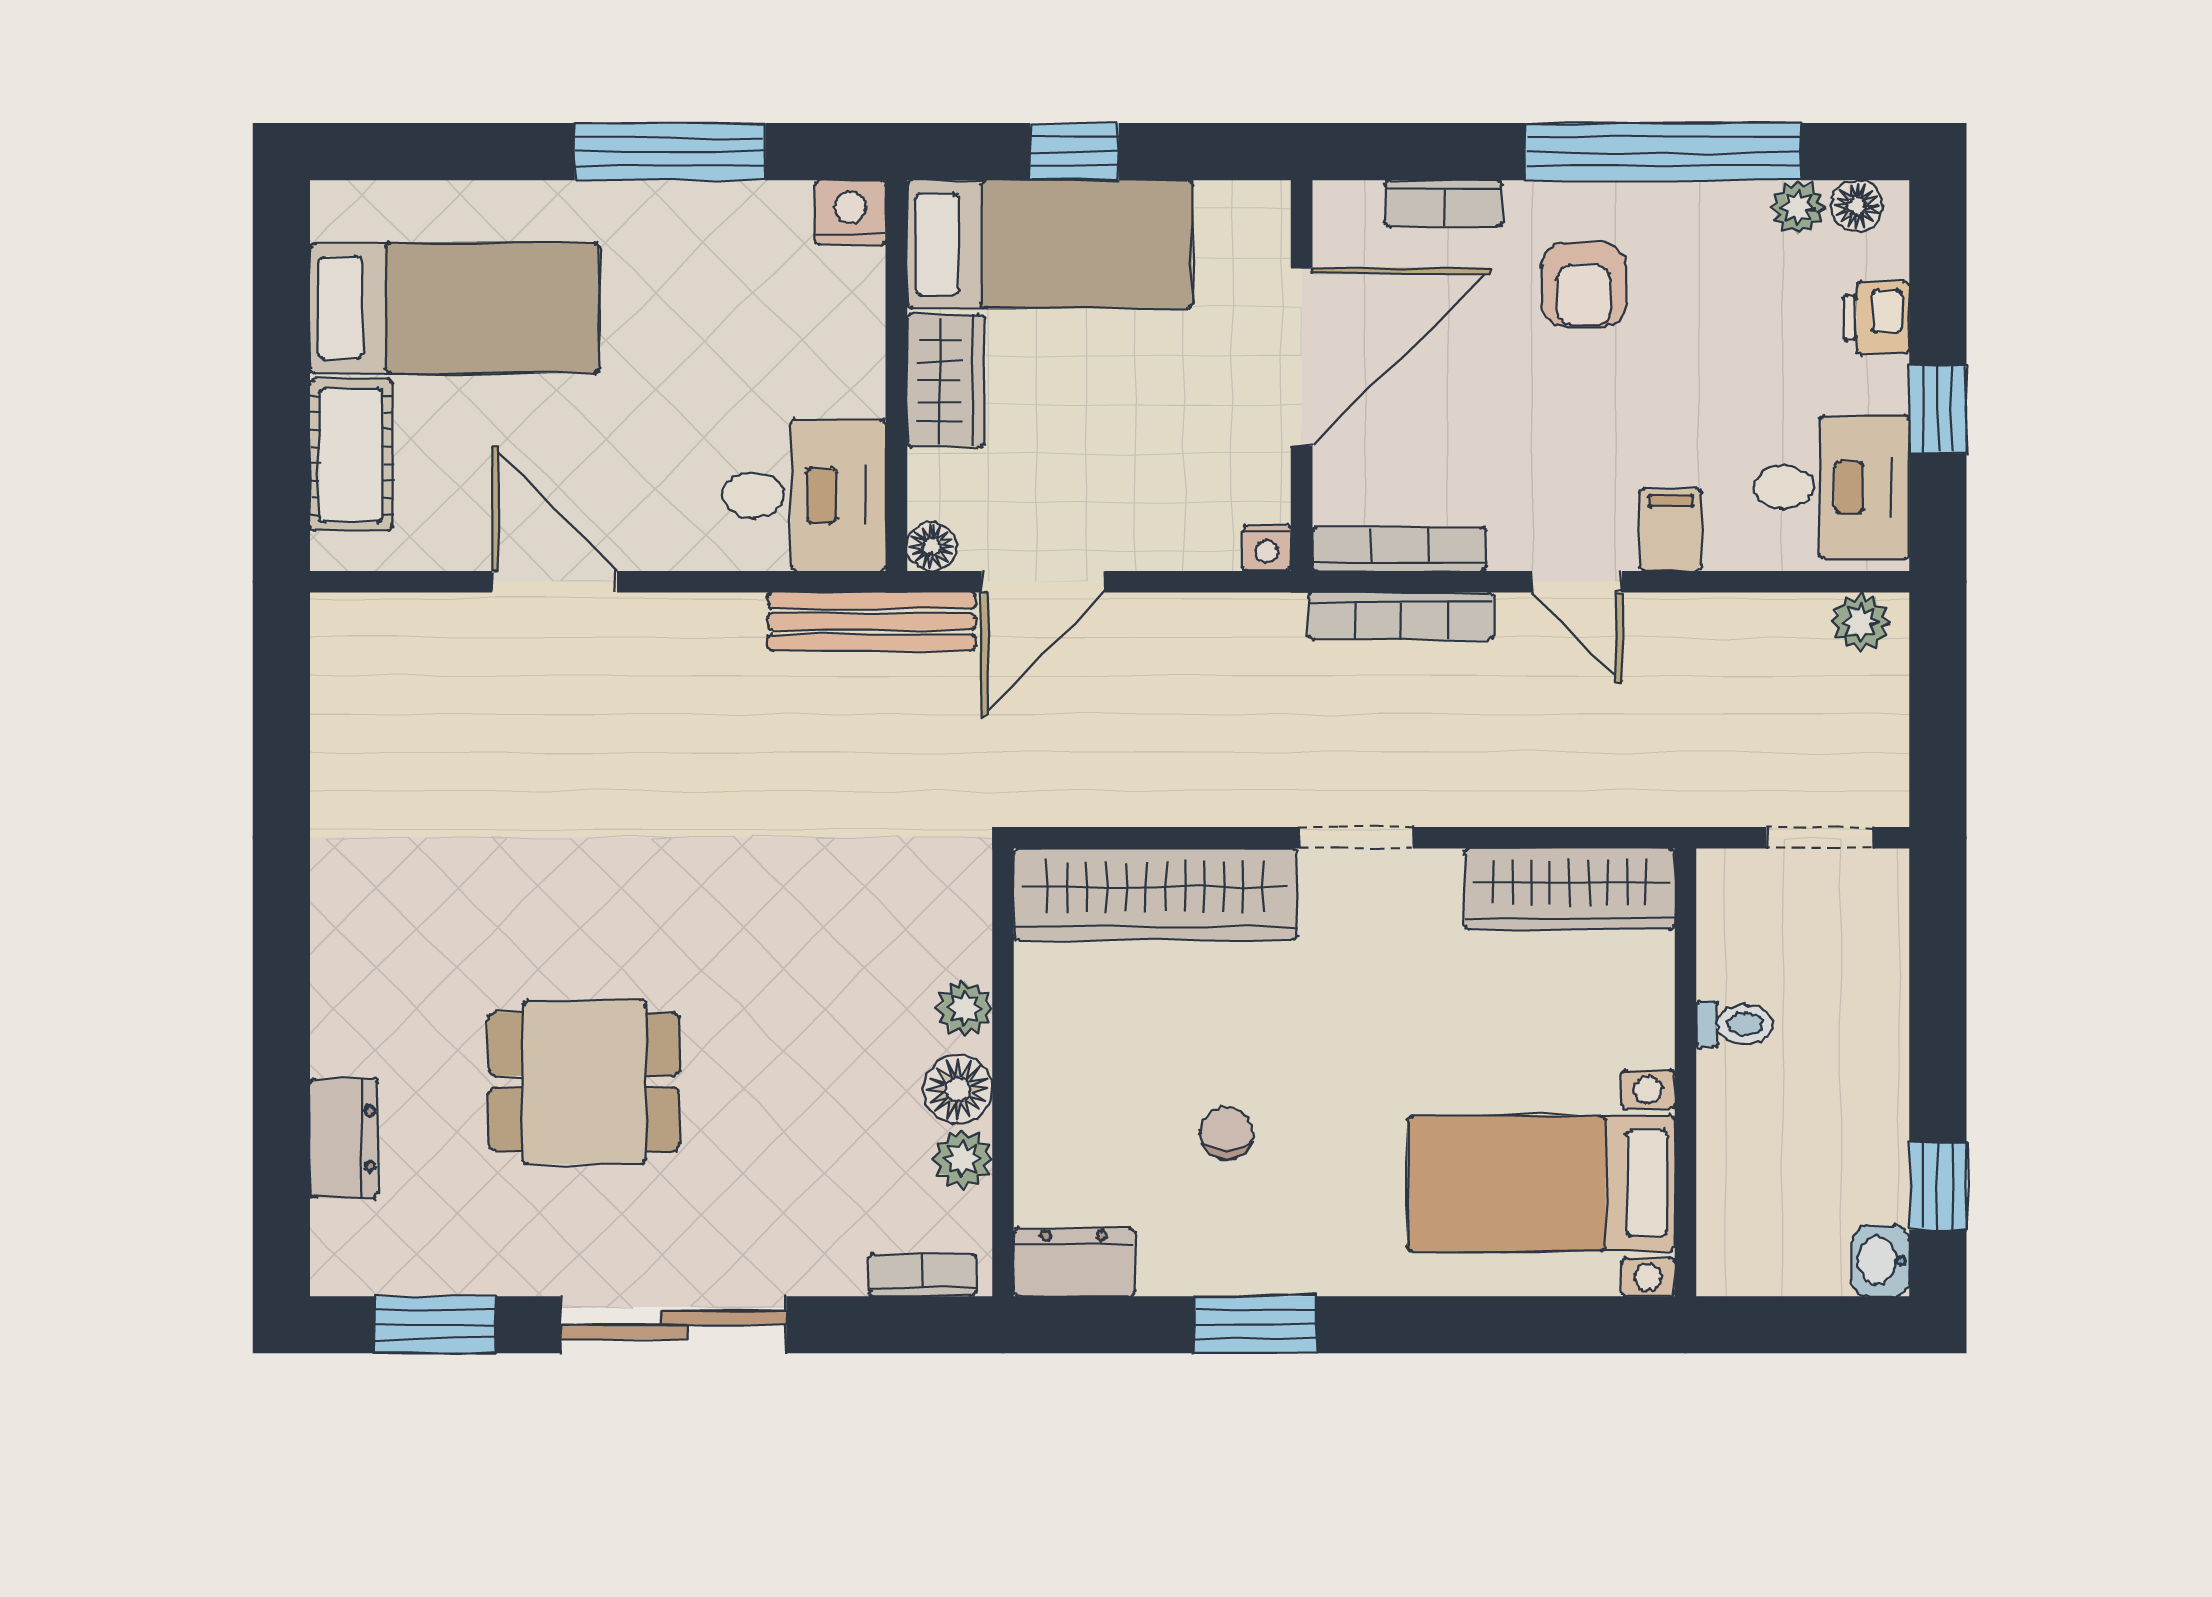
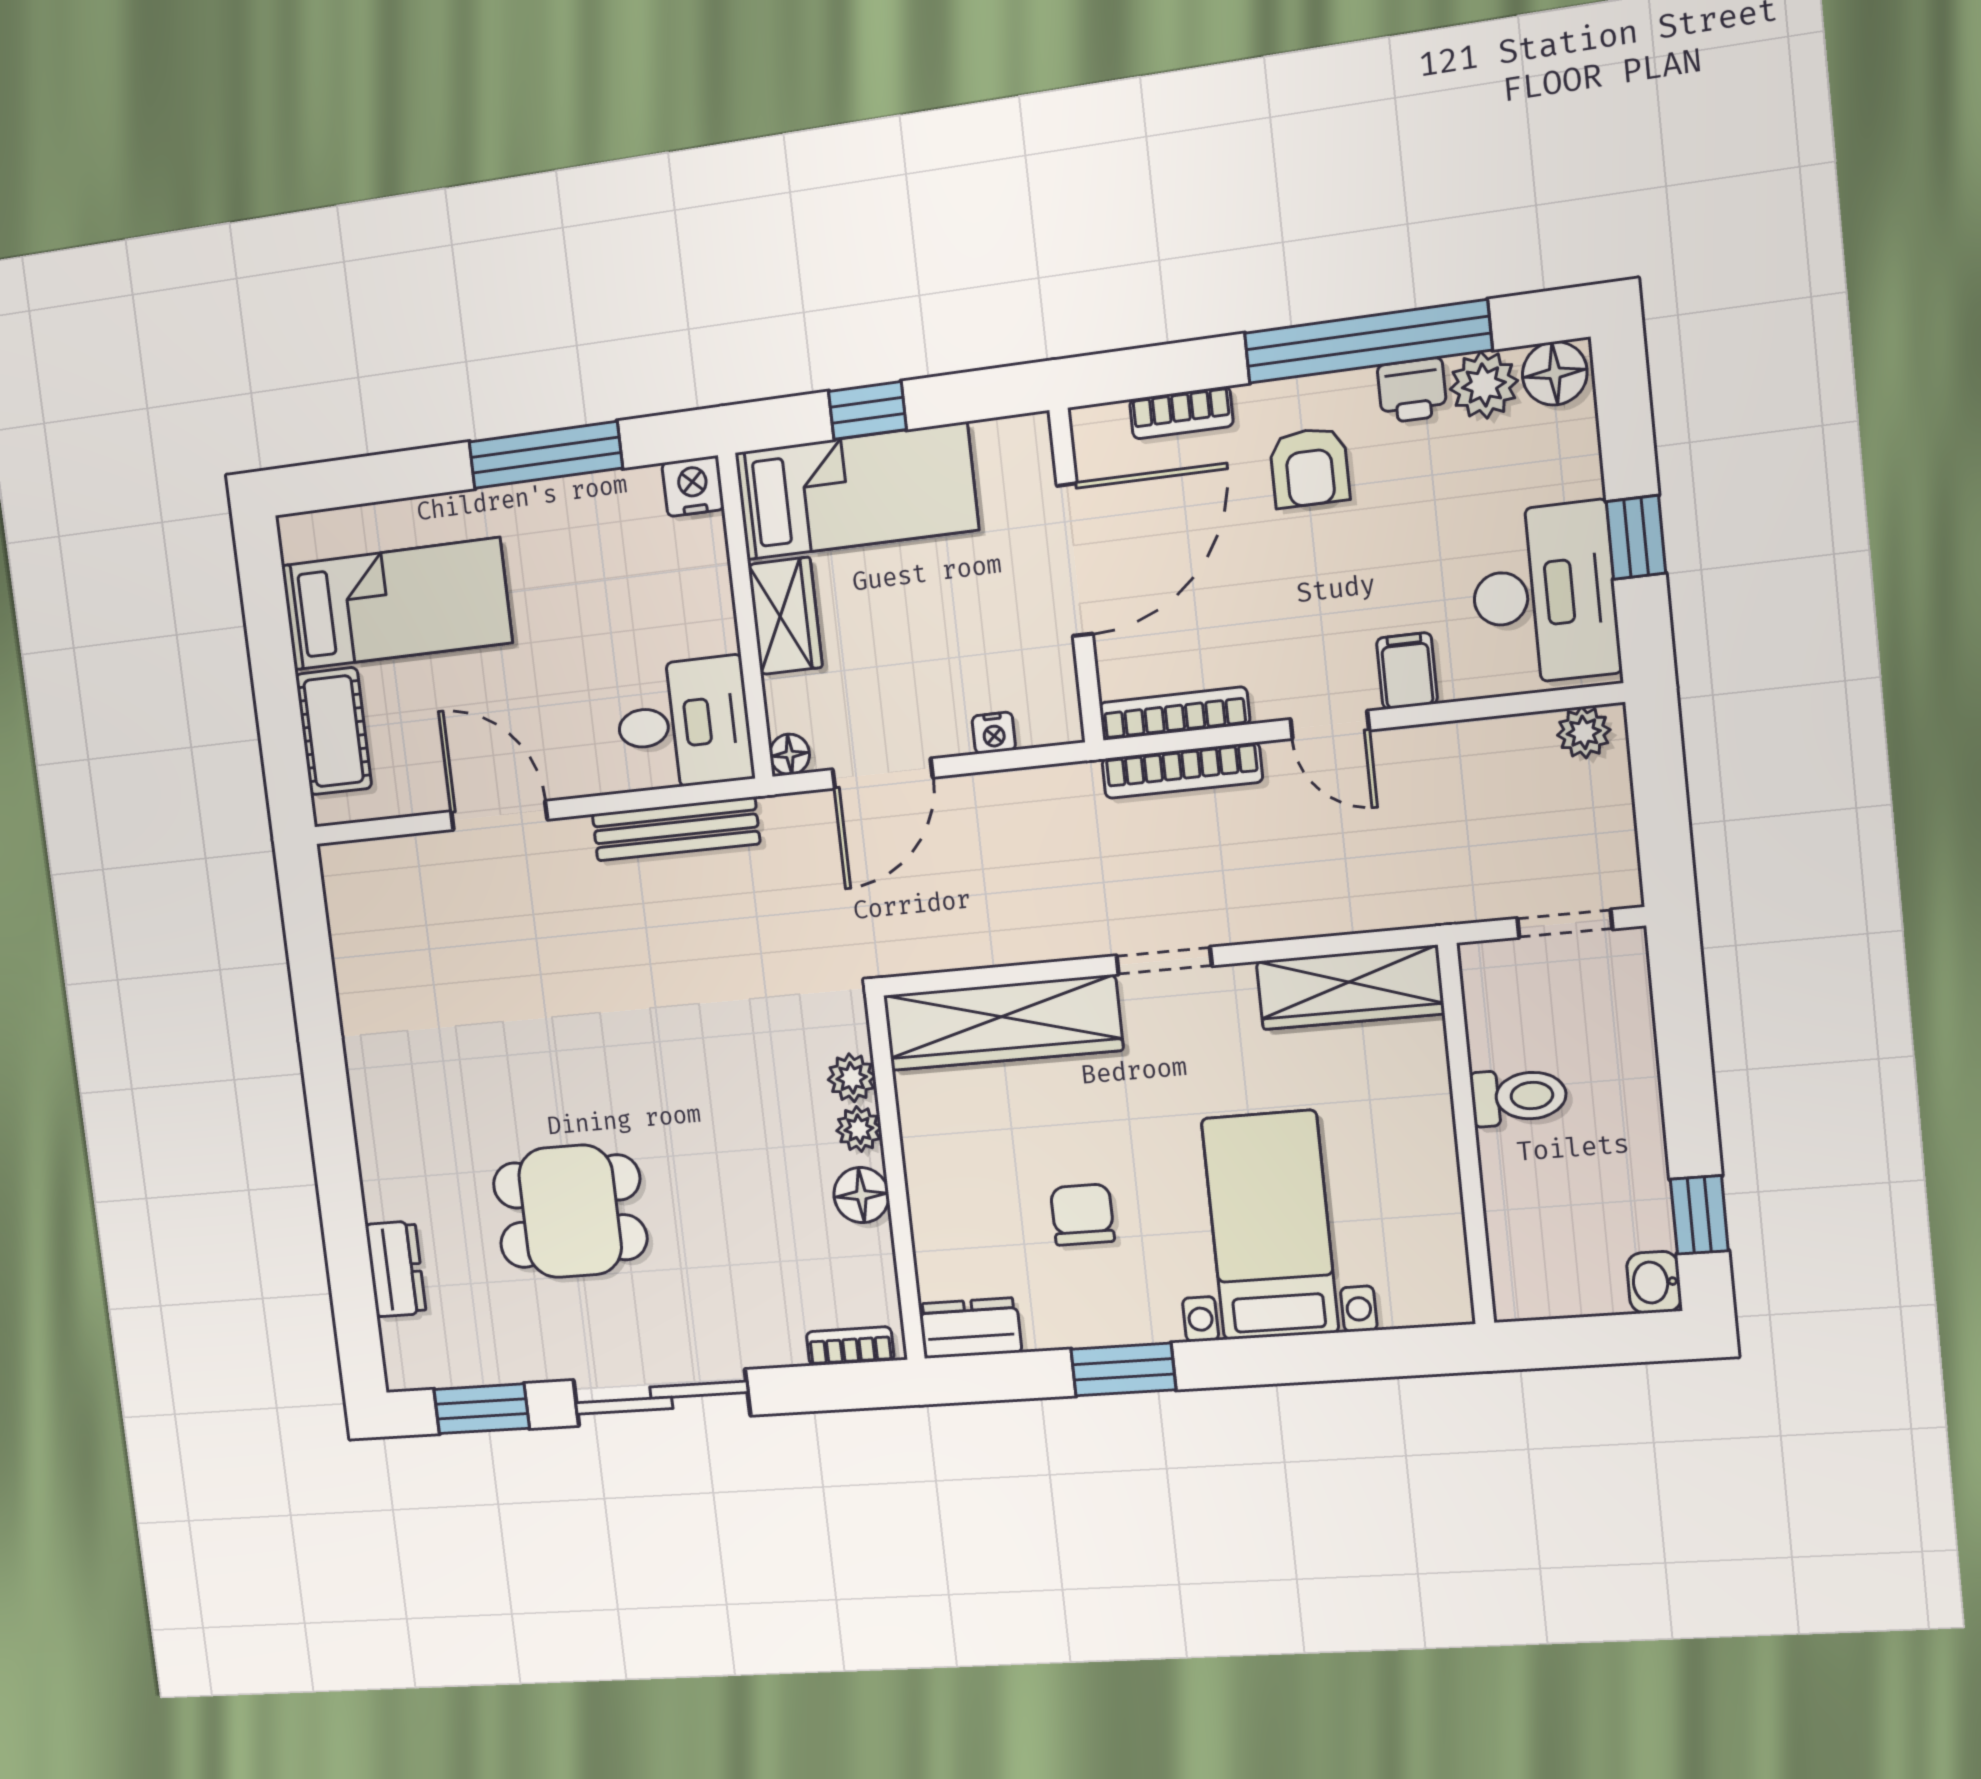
floor lamp: (1857, 206) -> (1555, 373), width x1.37, depth x1.37
plant: (1798, 207) -> (1484, 385), width x1.38, depth x1.38
printer: (1876, 318) -> (1412, 390), moved, turned -90
desk: (1832, 487) -> (1544, 594), width x1.37
nightstand: (1267, 548) -> (994, 733), moved
bench: (872, 621) -> (676, 829), moved
toilet: (1735, 1024) -> (1519, 1097), width x1.37, depth x1.39
chair: (1226, 1133) -> (1082, 1214), width x1.37, depth x1.37
plant: (963, 1159) -> (852, 1078), moved
bed with nightstands: (1541, 1183) -> (1270, 1225), moved, turned 90

